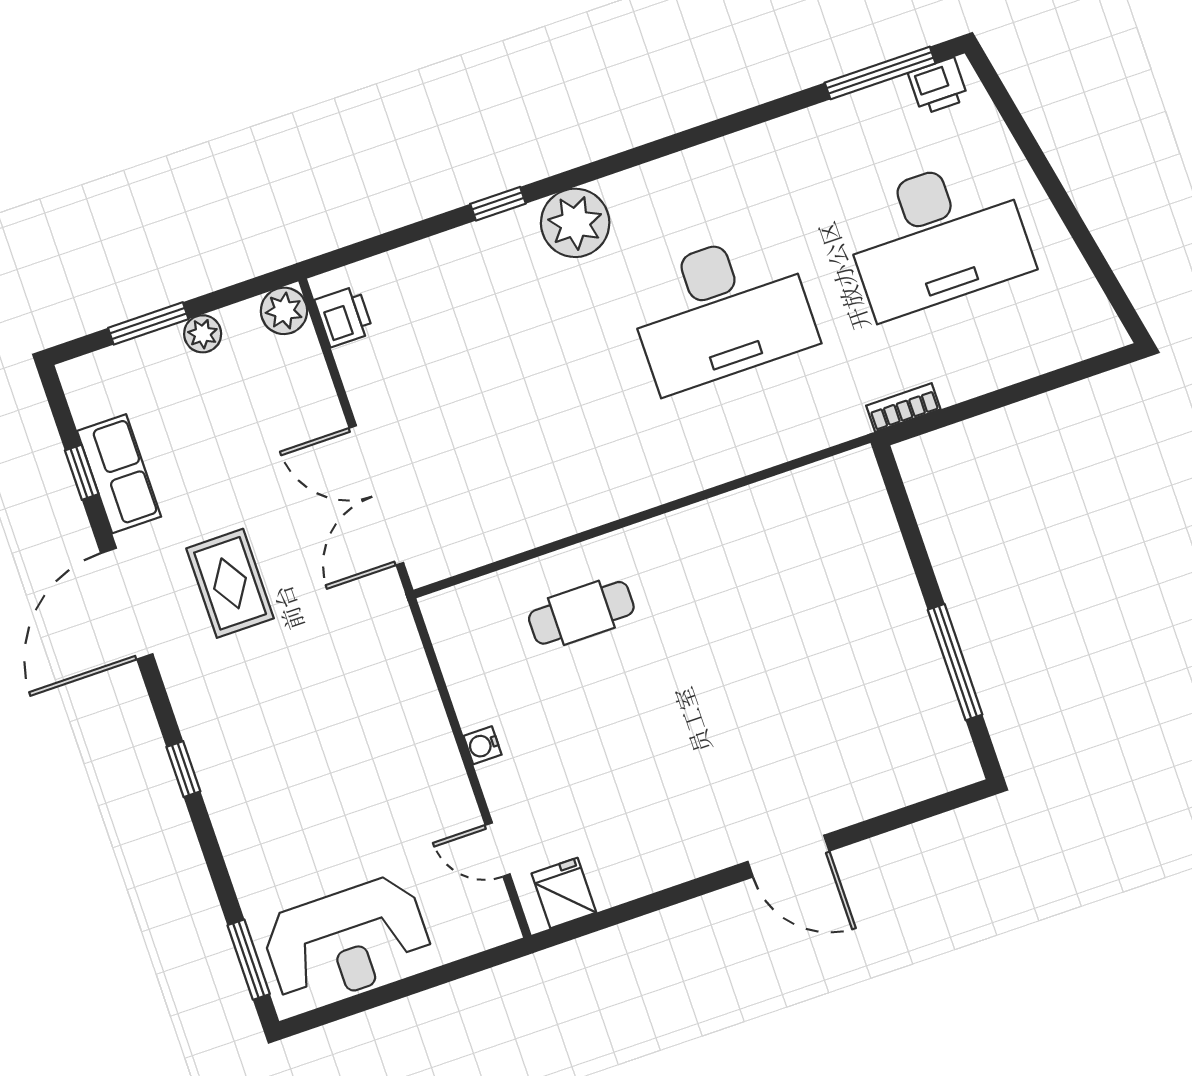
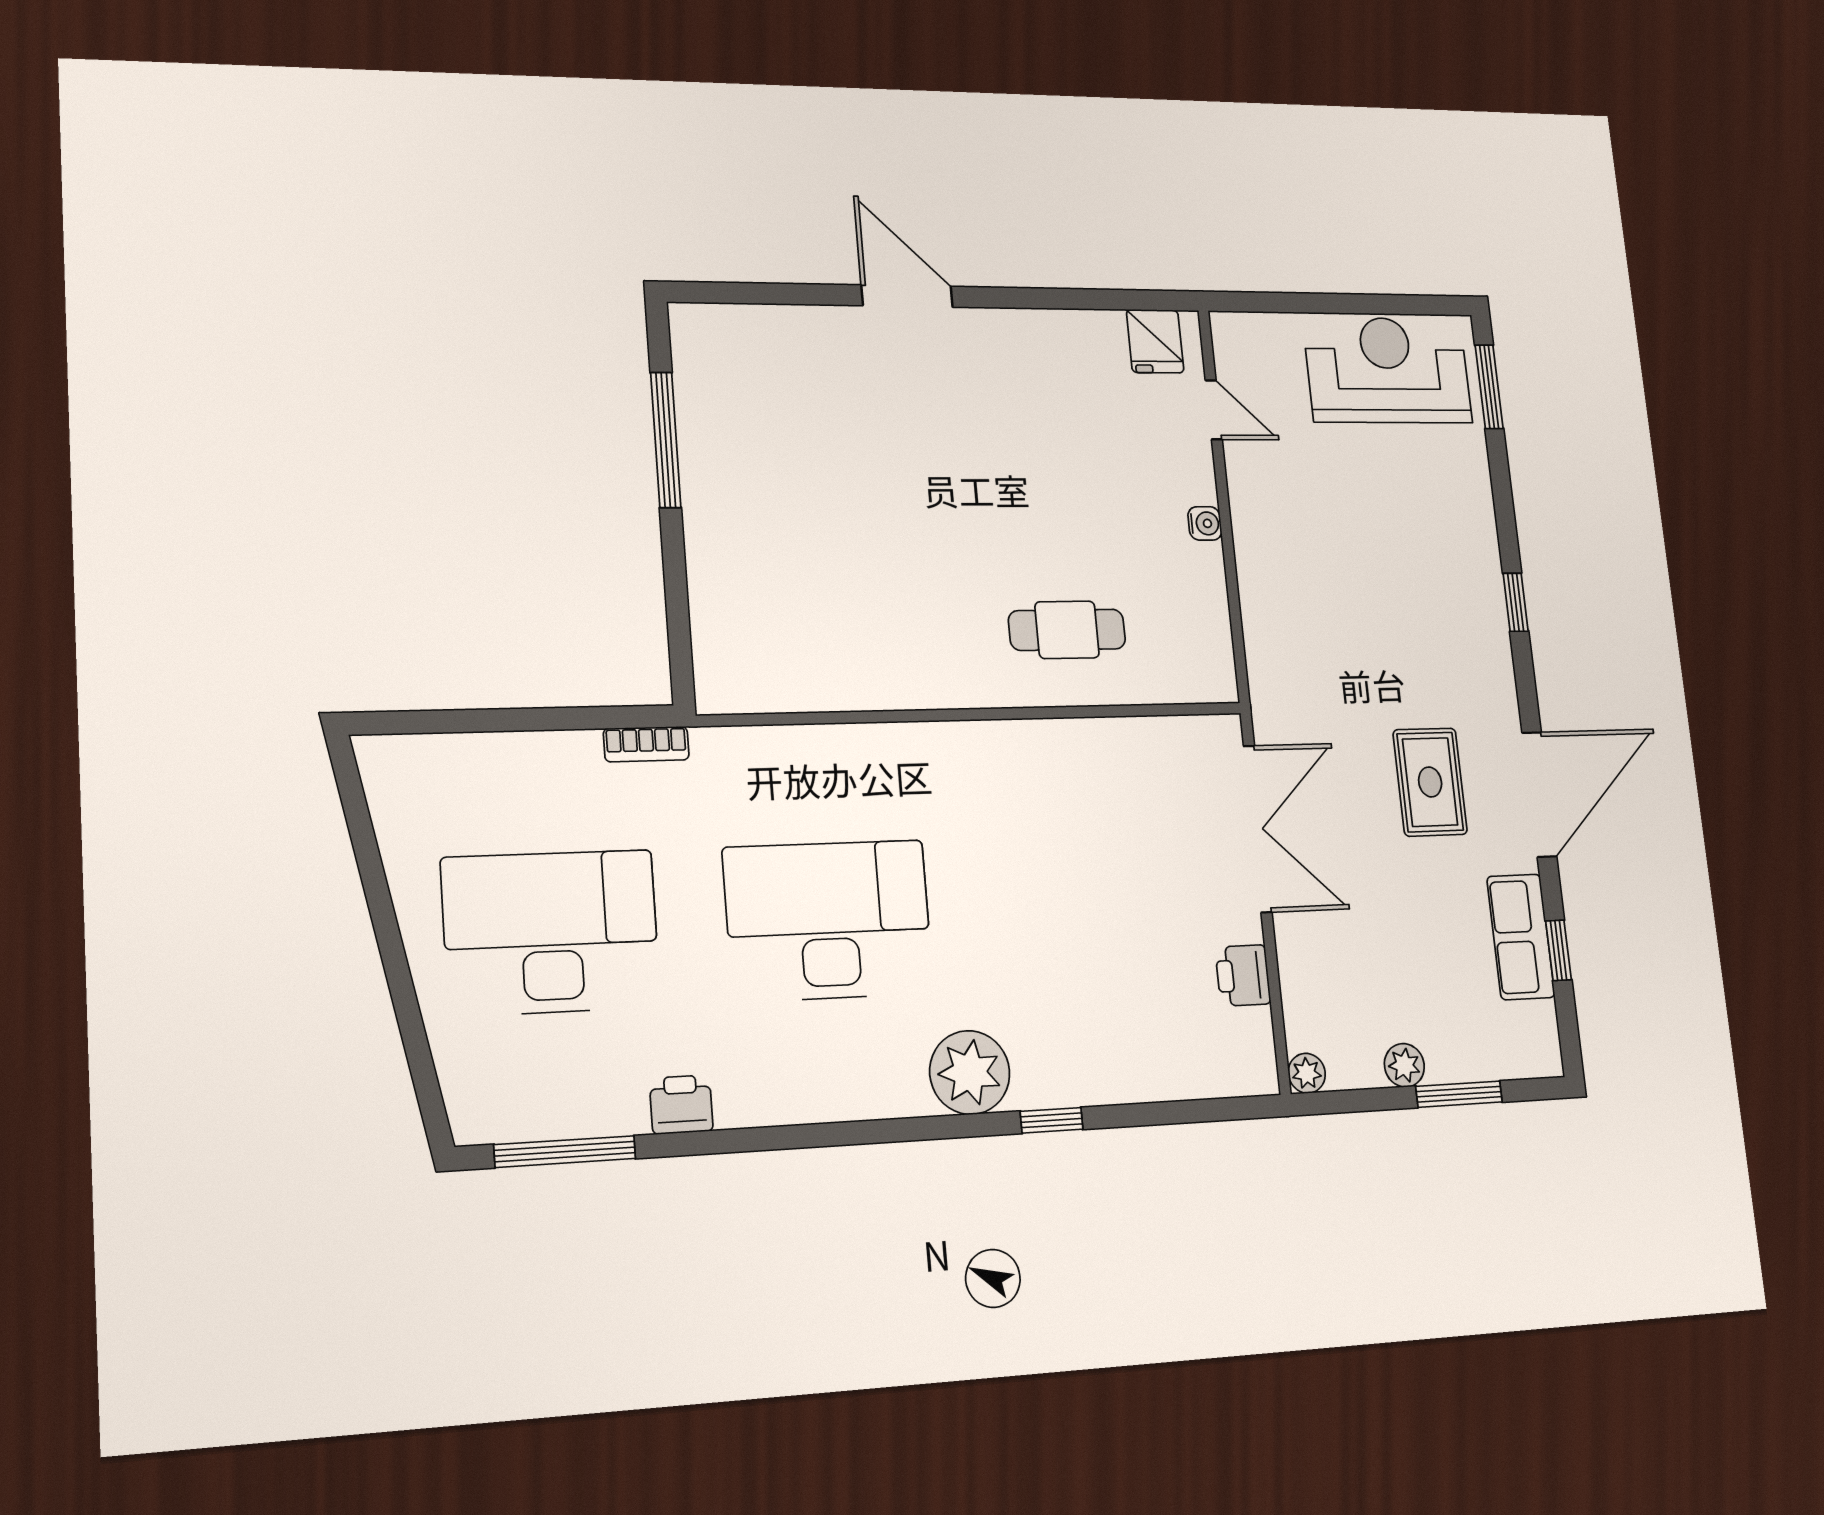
printer: (938, 86) -> (681, 1105), moved
plant: (284, 311) -> (1307, 1073), width x0.73, depth x0.73
printer: (344, 316) -> (1243, 975), moved

